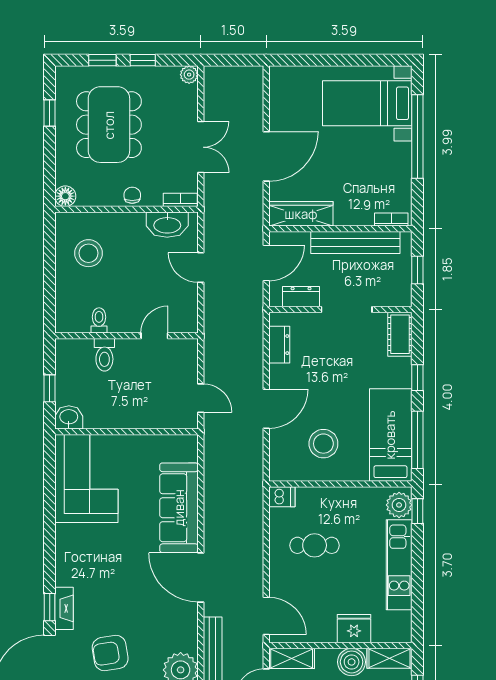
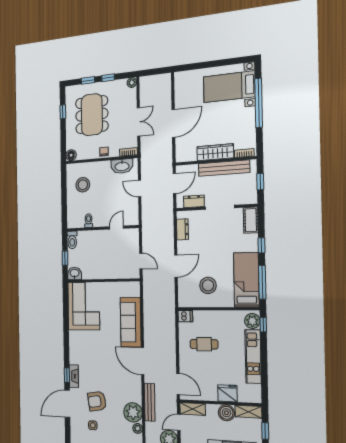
wardrobe: (301, 214) -> (215, 152), moved
toilet: (104, 355) -> (72, 240), moved

